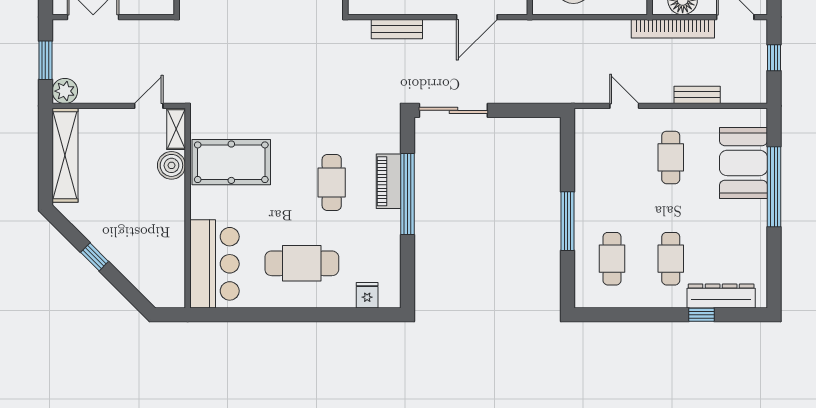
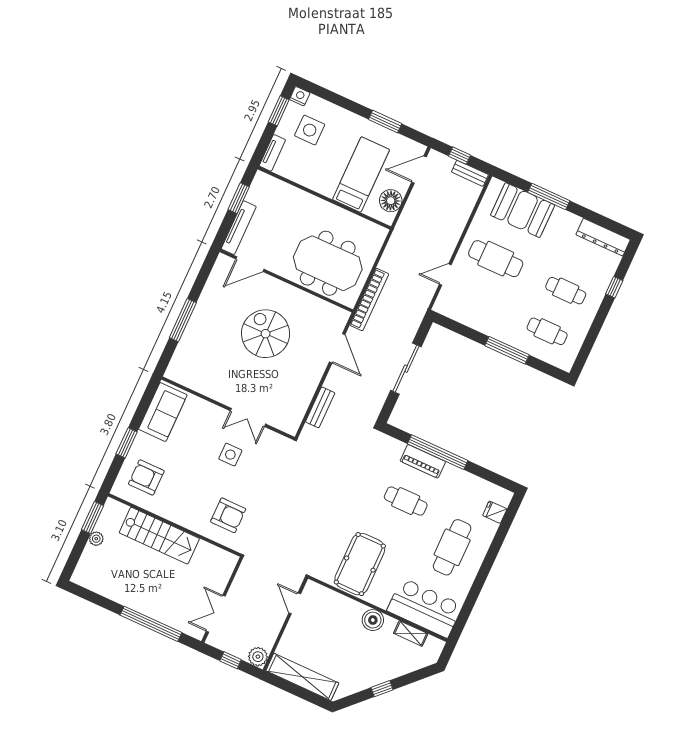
bookcase: (673, 29) -> (369, 299), moved
window: (45, 60) -> (231, 660), width x0.67
bench: (697, 95) -> (470, 173), moved, turned 90
sliding door: (453, 110) -> (406, 369), moved
shelving: (176, 129) -> (411, 633), moved
cafe table: (671, 157) -> (496, 259), width x1.37, depth x1.35
boiler: (171, 165) -> (373, 620), moved
window: (774, 187) -> (549, 196), width x0.68
dresser: (721, 296) -> (603, 237), moved, turned -90

